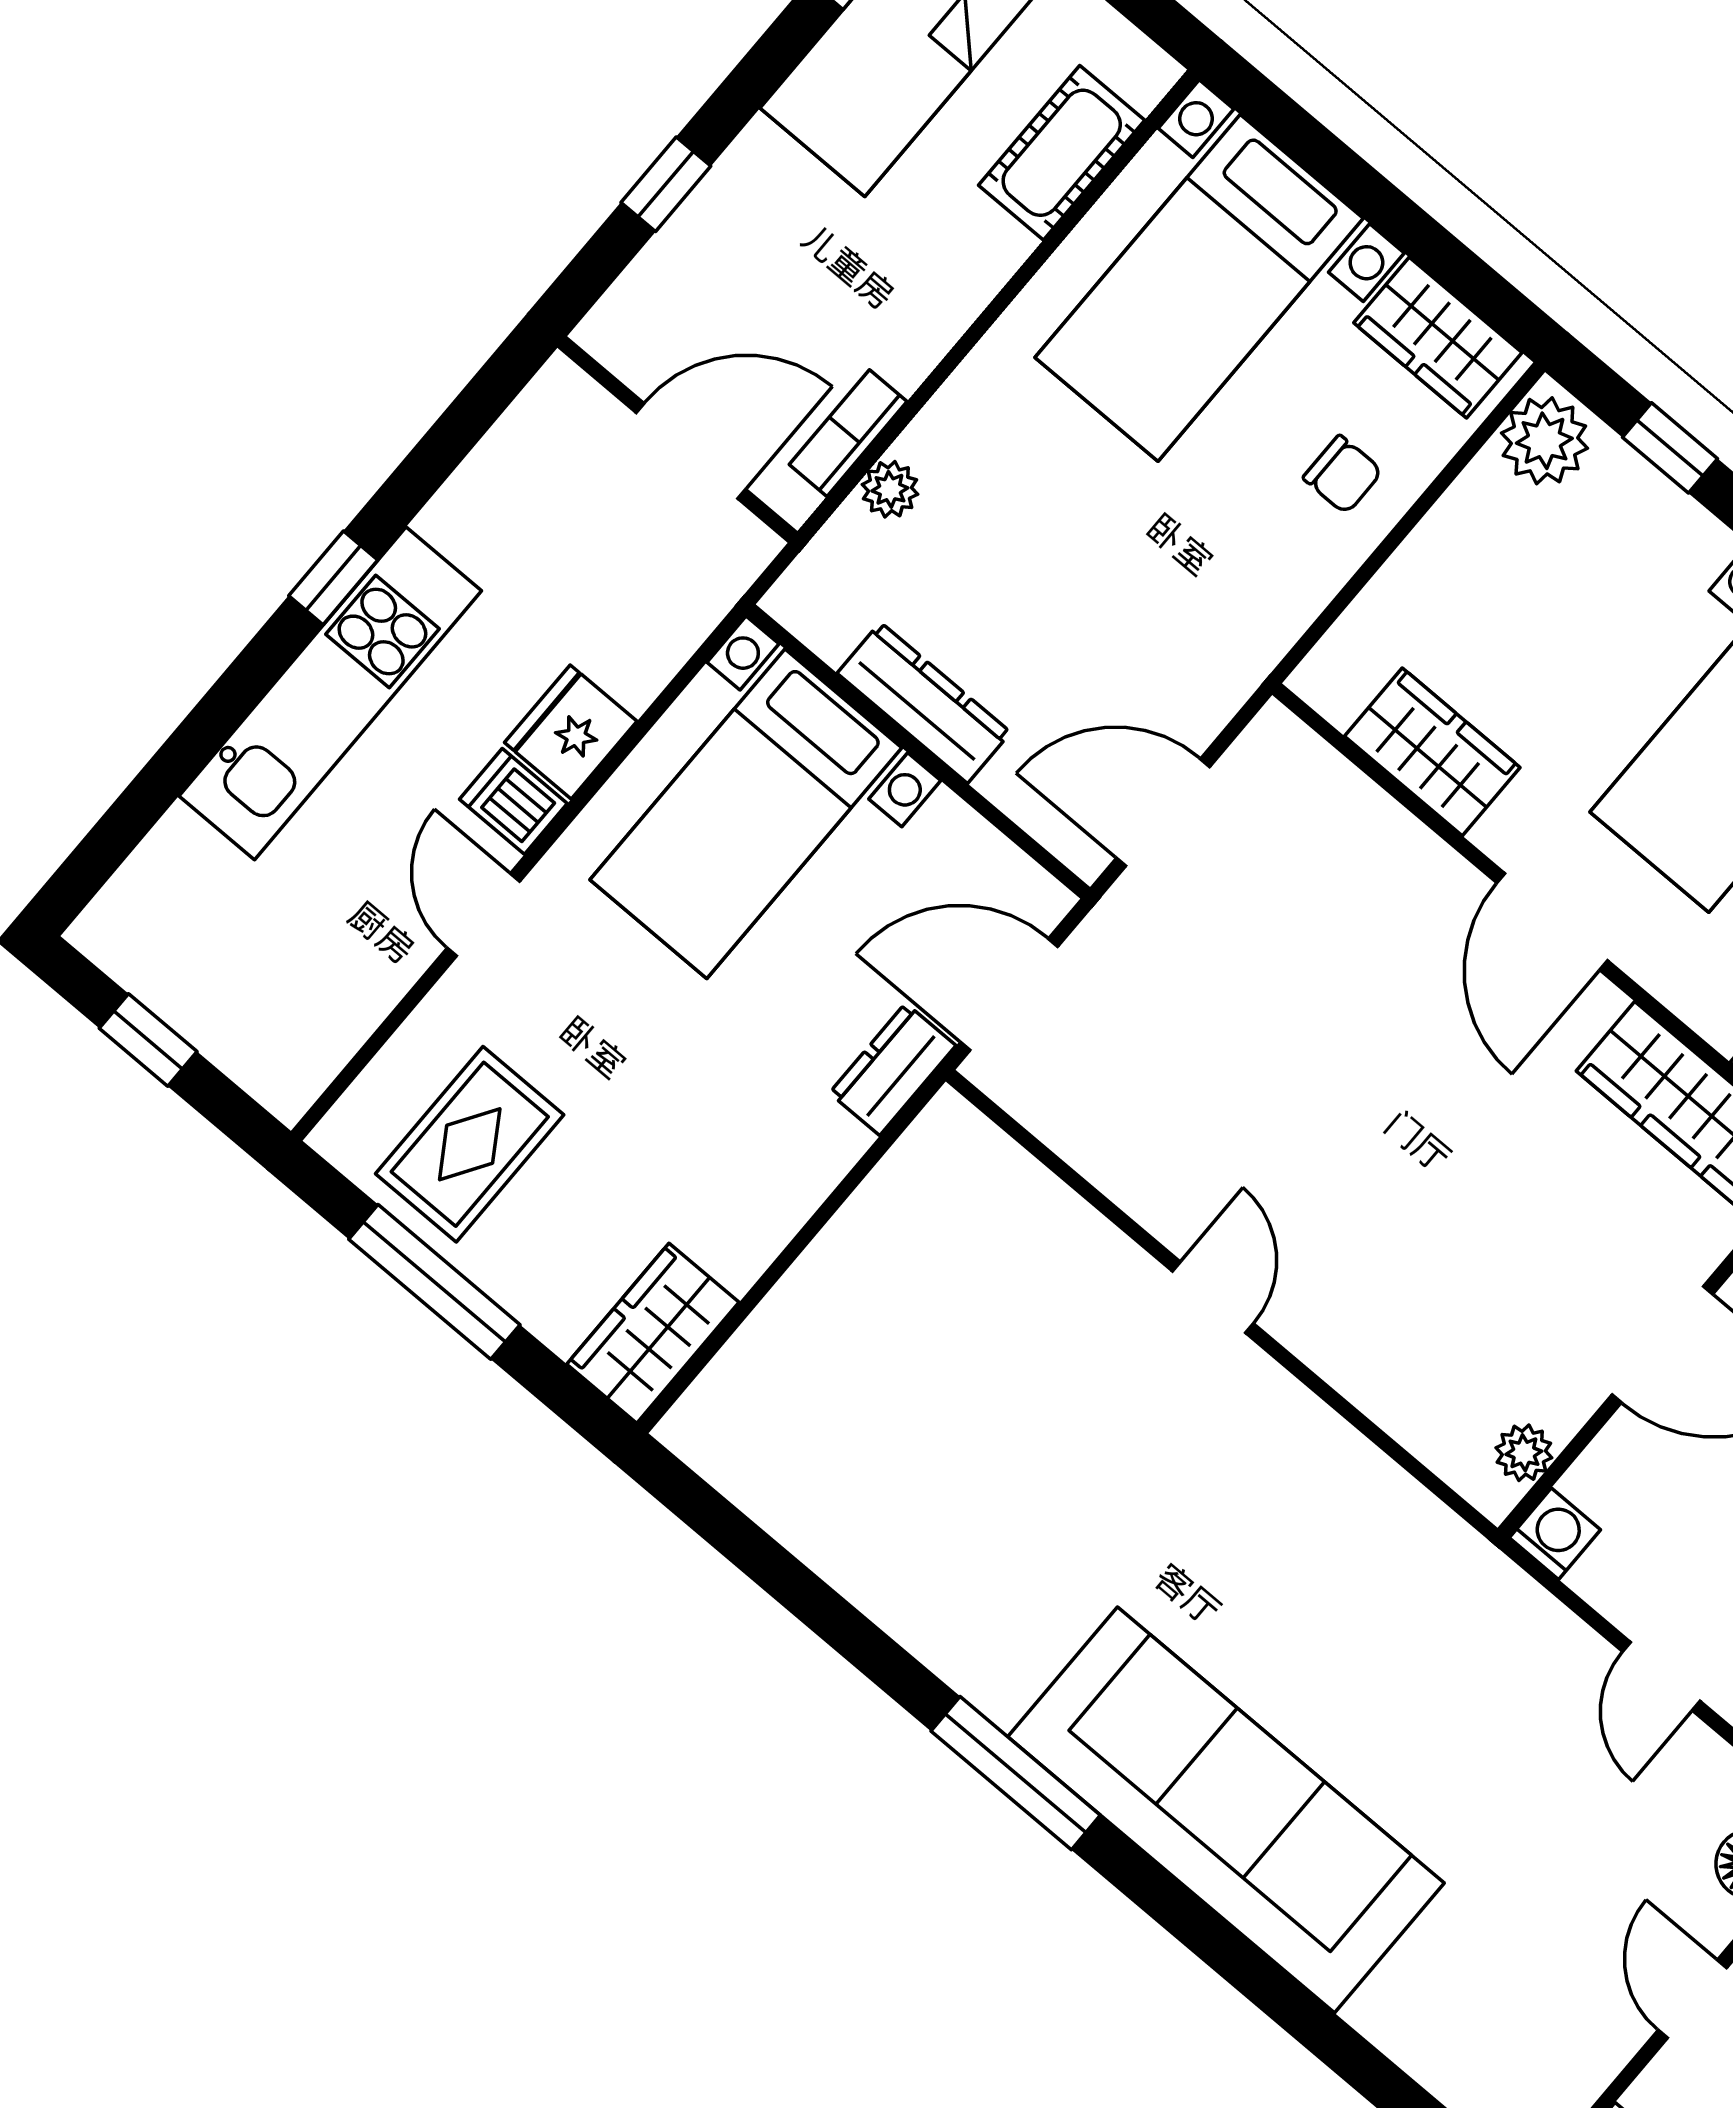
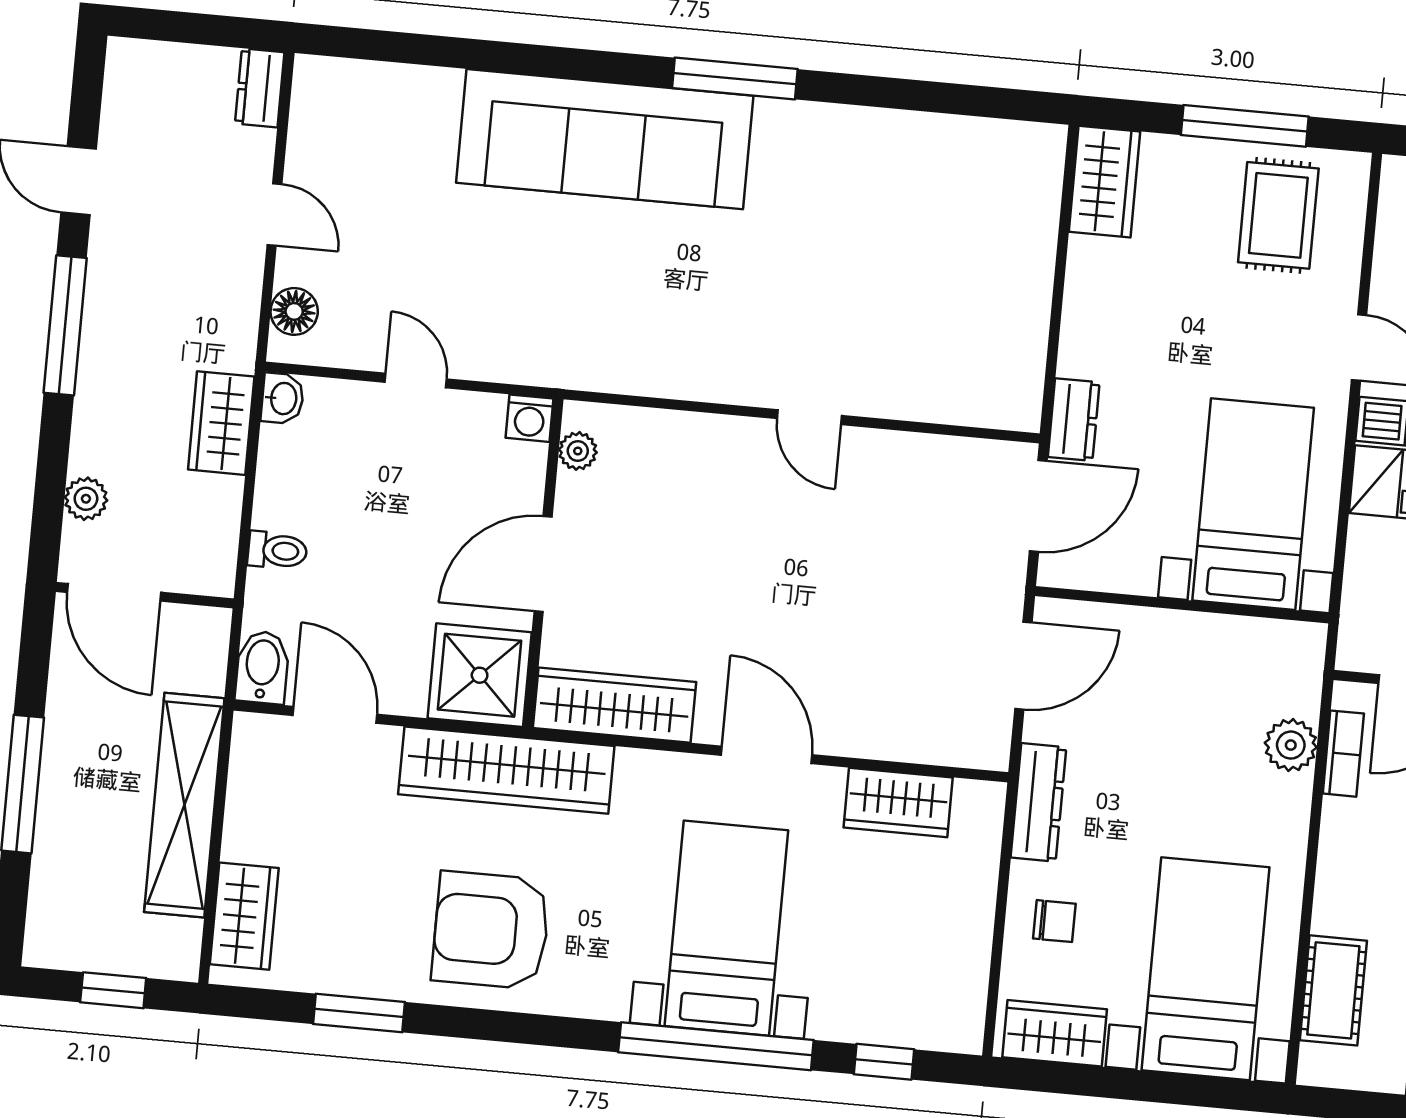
plant: (1544, 441) -> (956, 1017), removed
chair: (1343, 474) -> (1054, 921), turned 180
plant: (890, 489) -> (1291, 745), width x1.38, depth x1.38
dresser: (924, 703) -> (1038, 802), moved, turned -90

